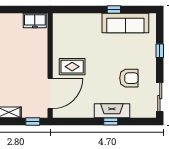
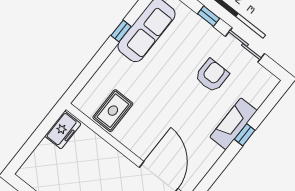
rug: (72, 67) -> (113, 111), moved
sliding door: (160, 97) -> (245, 45), moved

